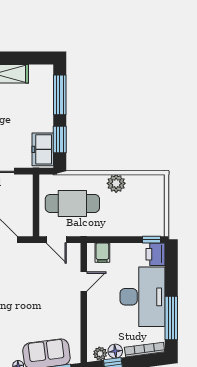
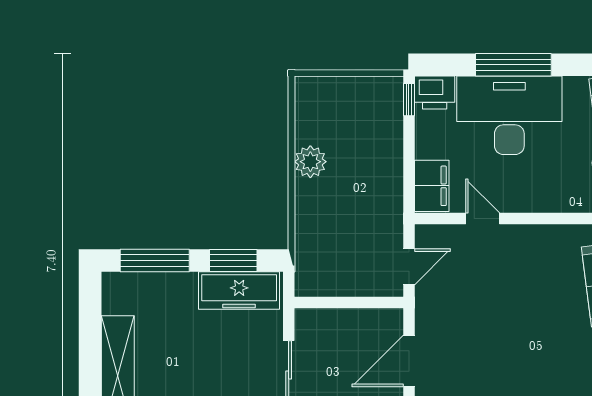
freezer: (43, 149) -> (239, 290), width x1.40
cafe table: (72, 203) -> (345, 238), removed
filing cabinet: (102, 253) -> (432, 186), width x2.00
window: (171, 318) -> (513, 65), moved

